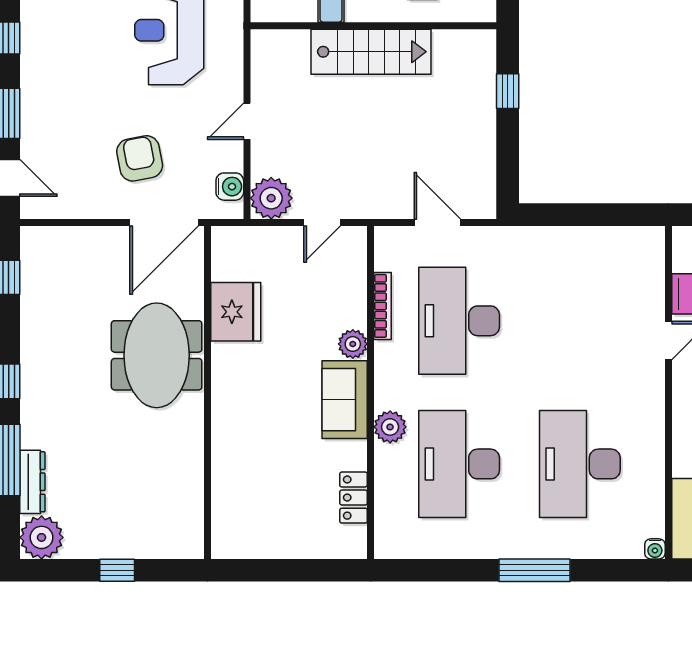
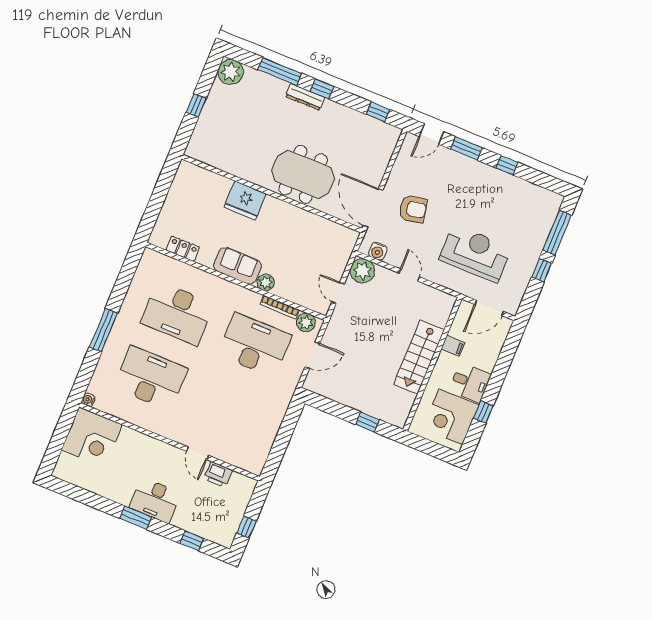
fridge: (236, 312) -> (245, 200), moved
plant: (390, 427) -> (306, 323), moved
desk: (459, 464) -> (177, 313), turned 180
dresser: (32, 482) -> (305, 97), moved

